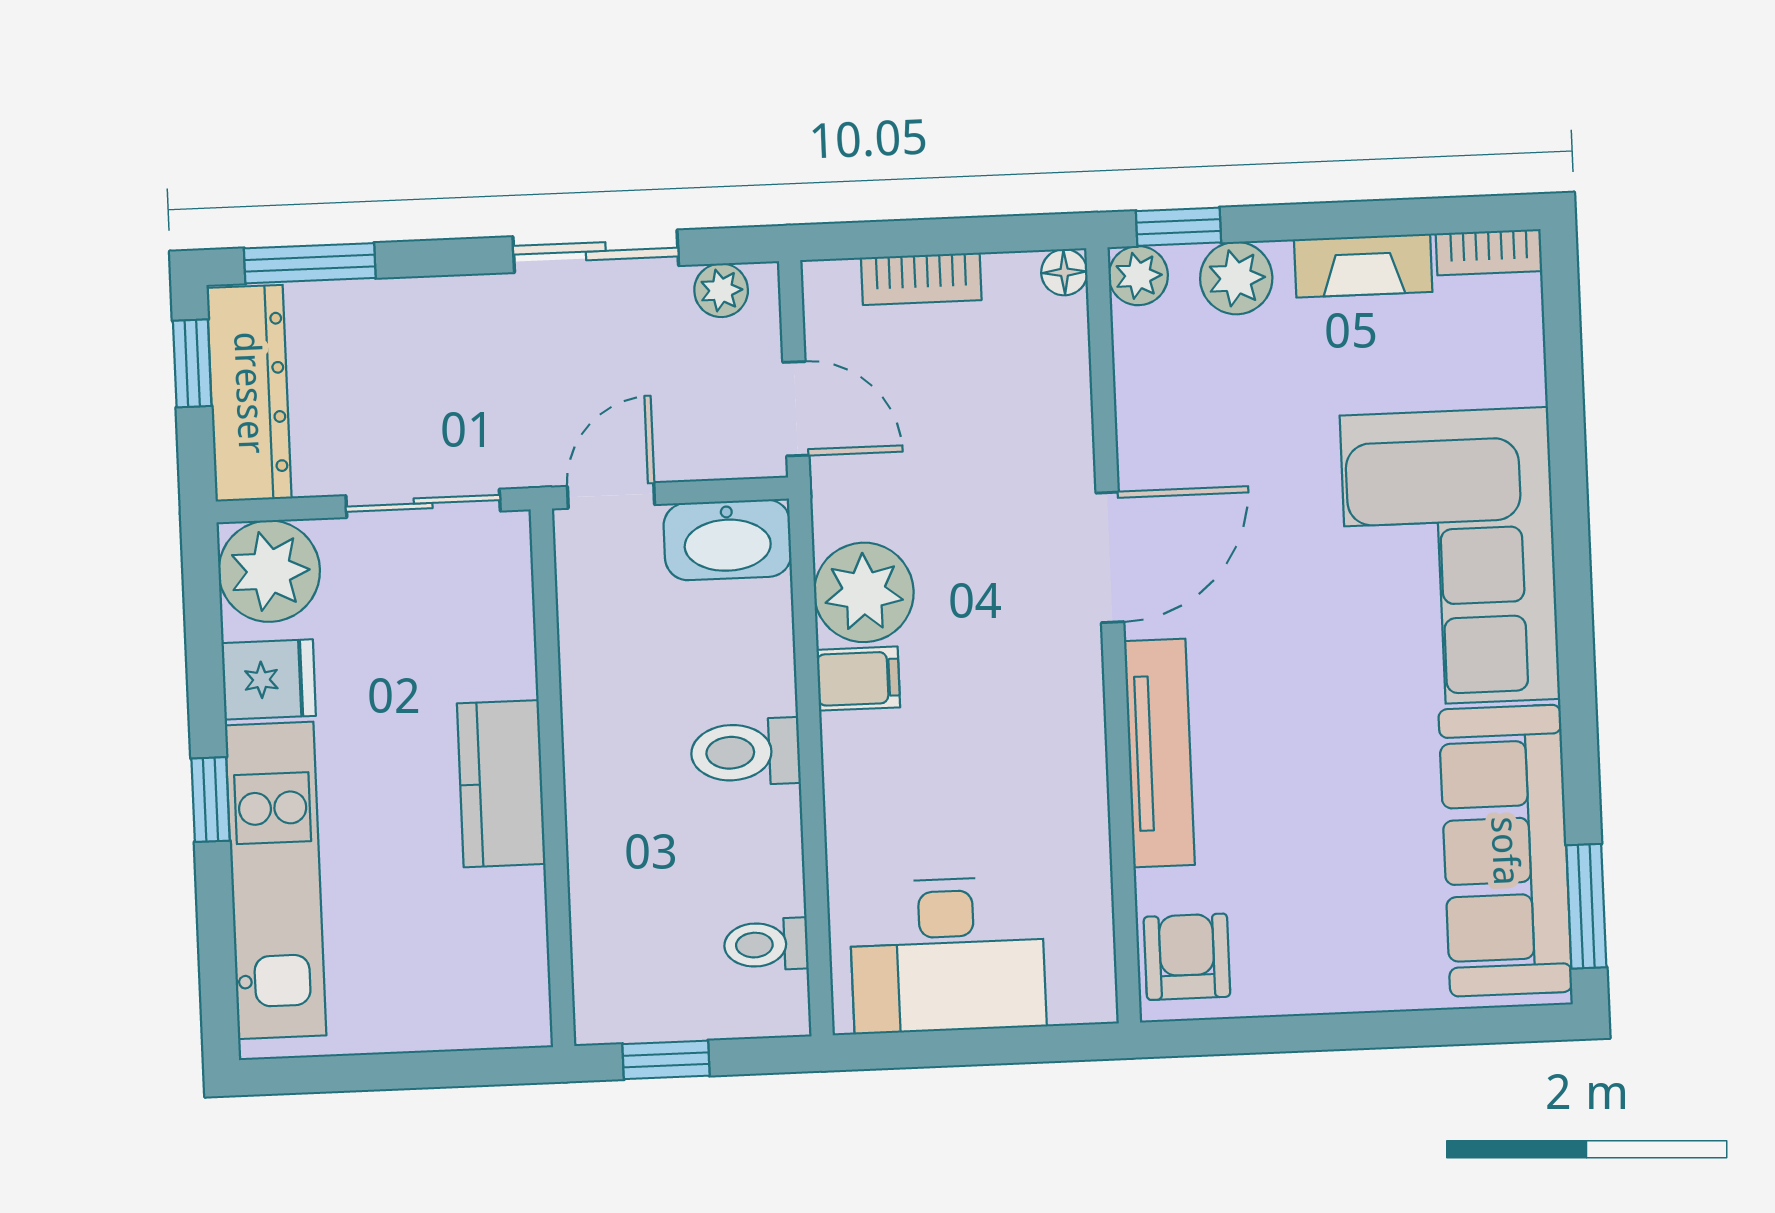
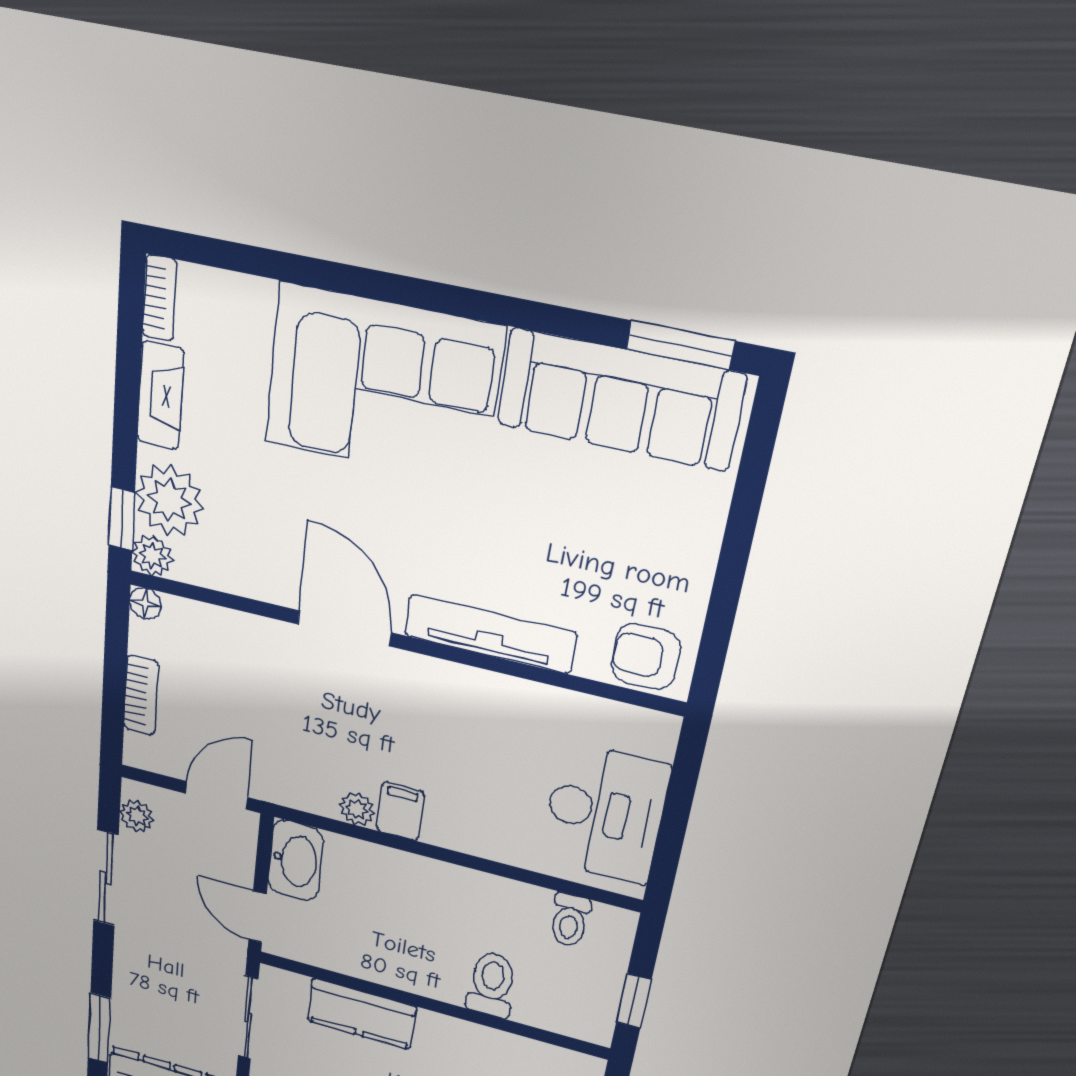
plant: (1236, 278) -> (169, 500), width x1.36, depth x1.36
plant: (864, 592) -> (357, 809), width x0.53, depth x0.53
toilet: (745, 752) -> (491, 984), moved, turned 180
kitchen counter: (501, 784) -> (361, 1014), moved

